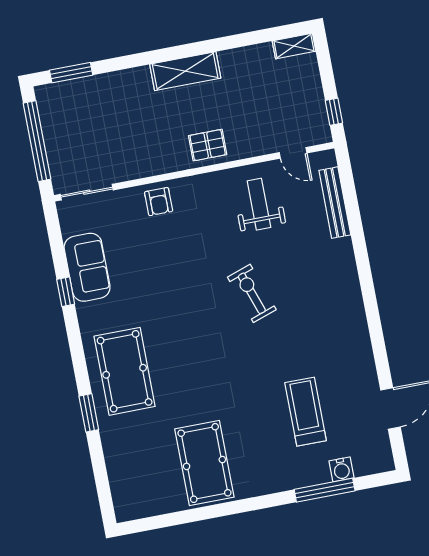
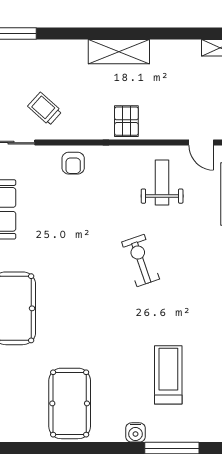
pallet: (208, 145) -> (126, 121), turned 90
trolley: (117, 148) -> (45, 109), added
water cooler: (342, 469) -> (135, 432), moved

